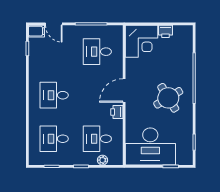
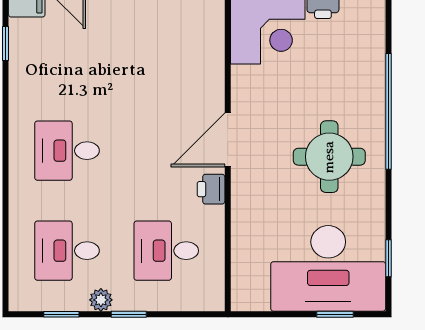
desk: (97, 52) -> (166, 51), removed
round table: (168, 98) -> (329, 157), turned 31
desk: (150, 146) -> (328, 268), moved
plant: (103, 160) -> (101, 300), moved

